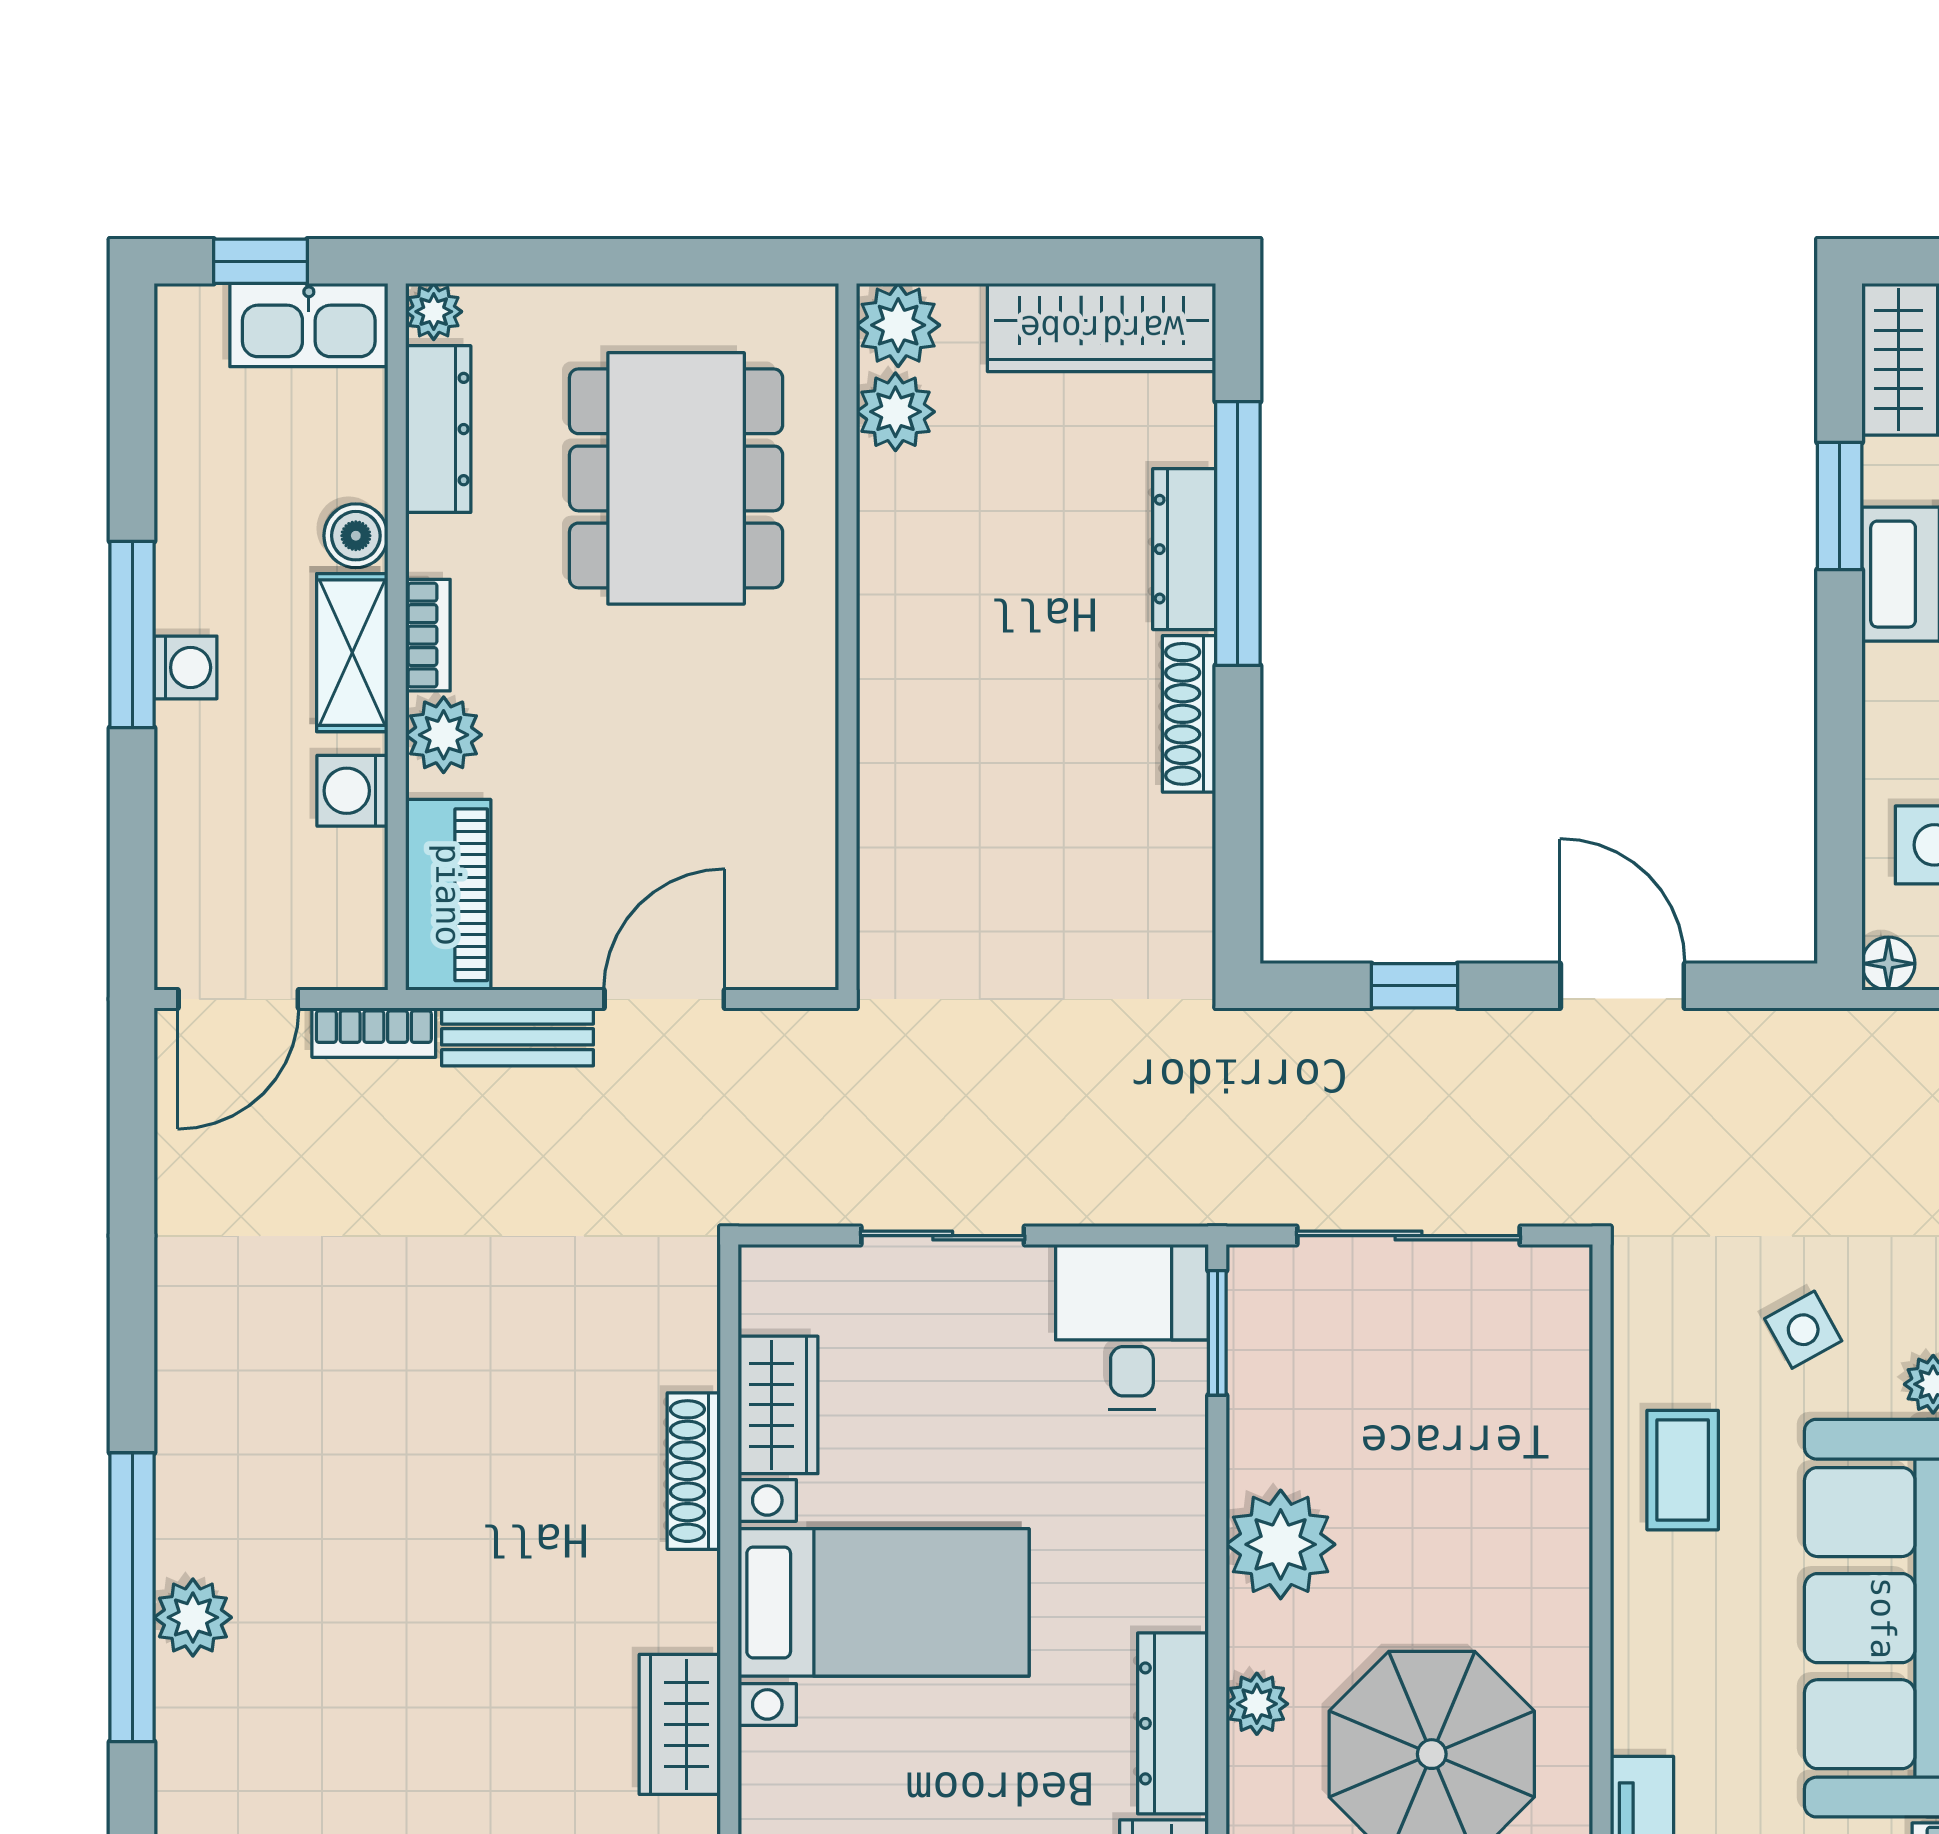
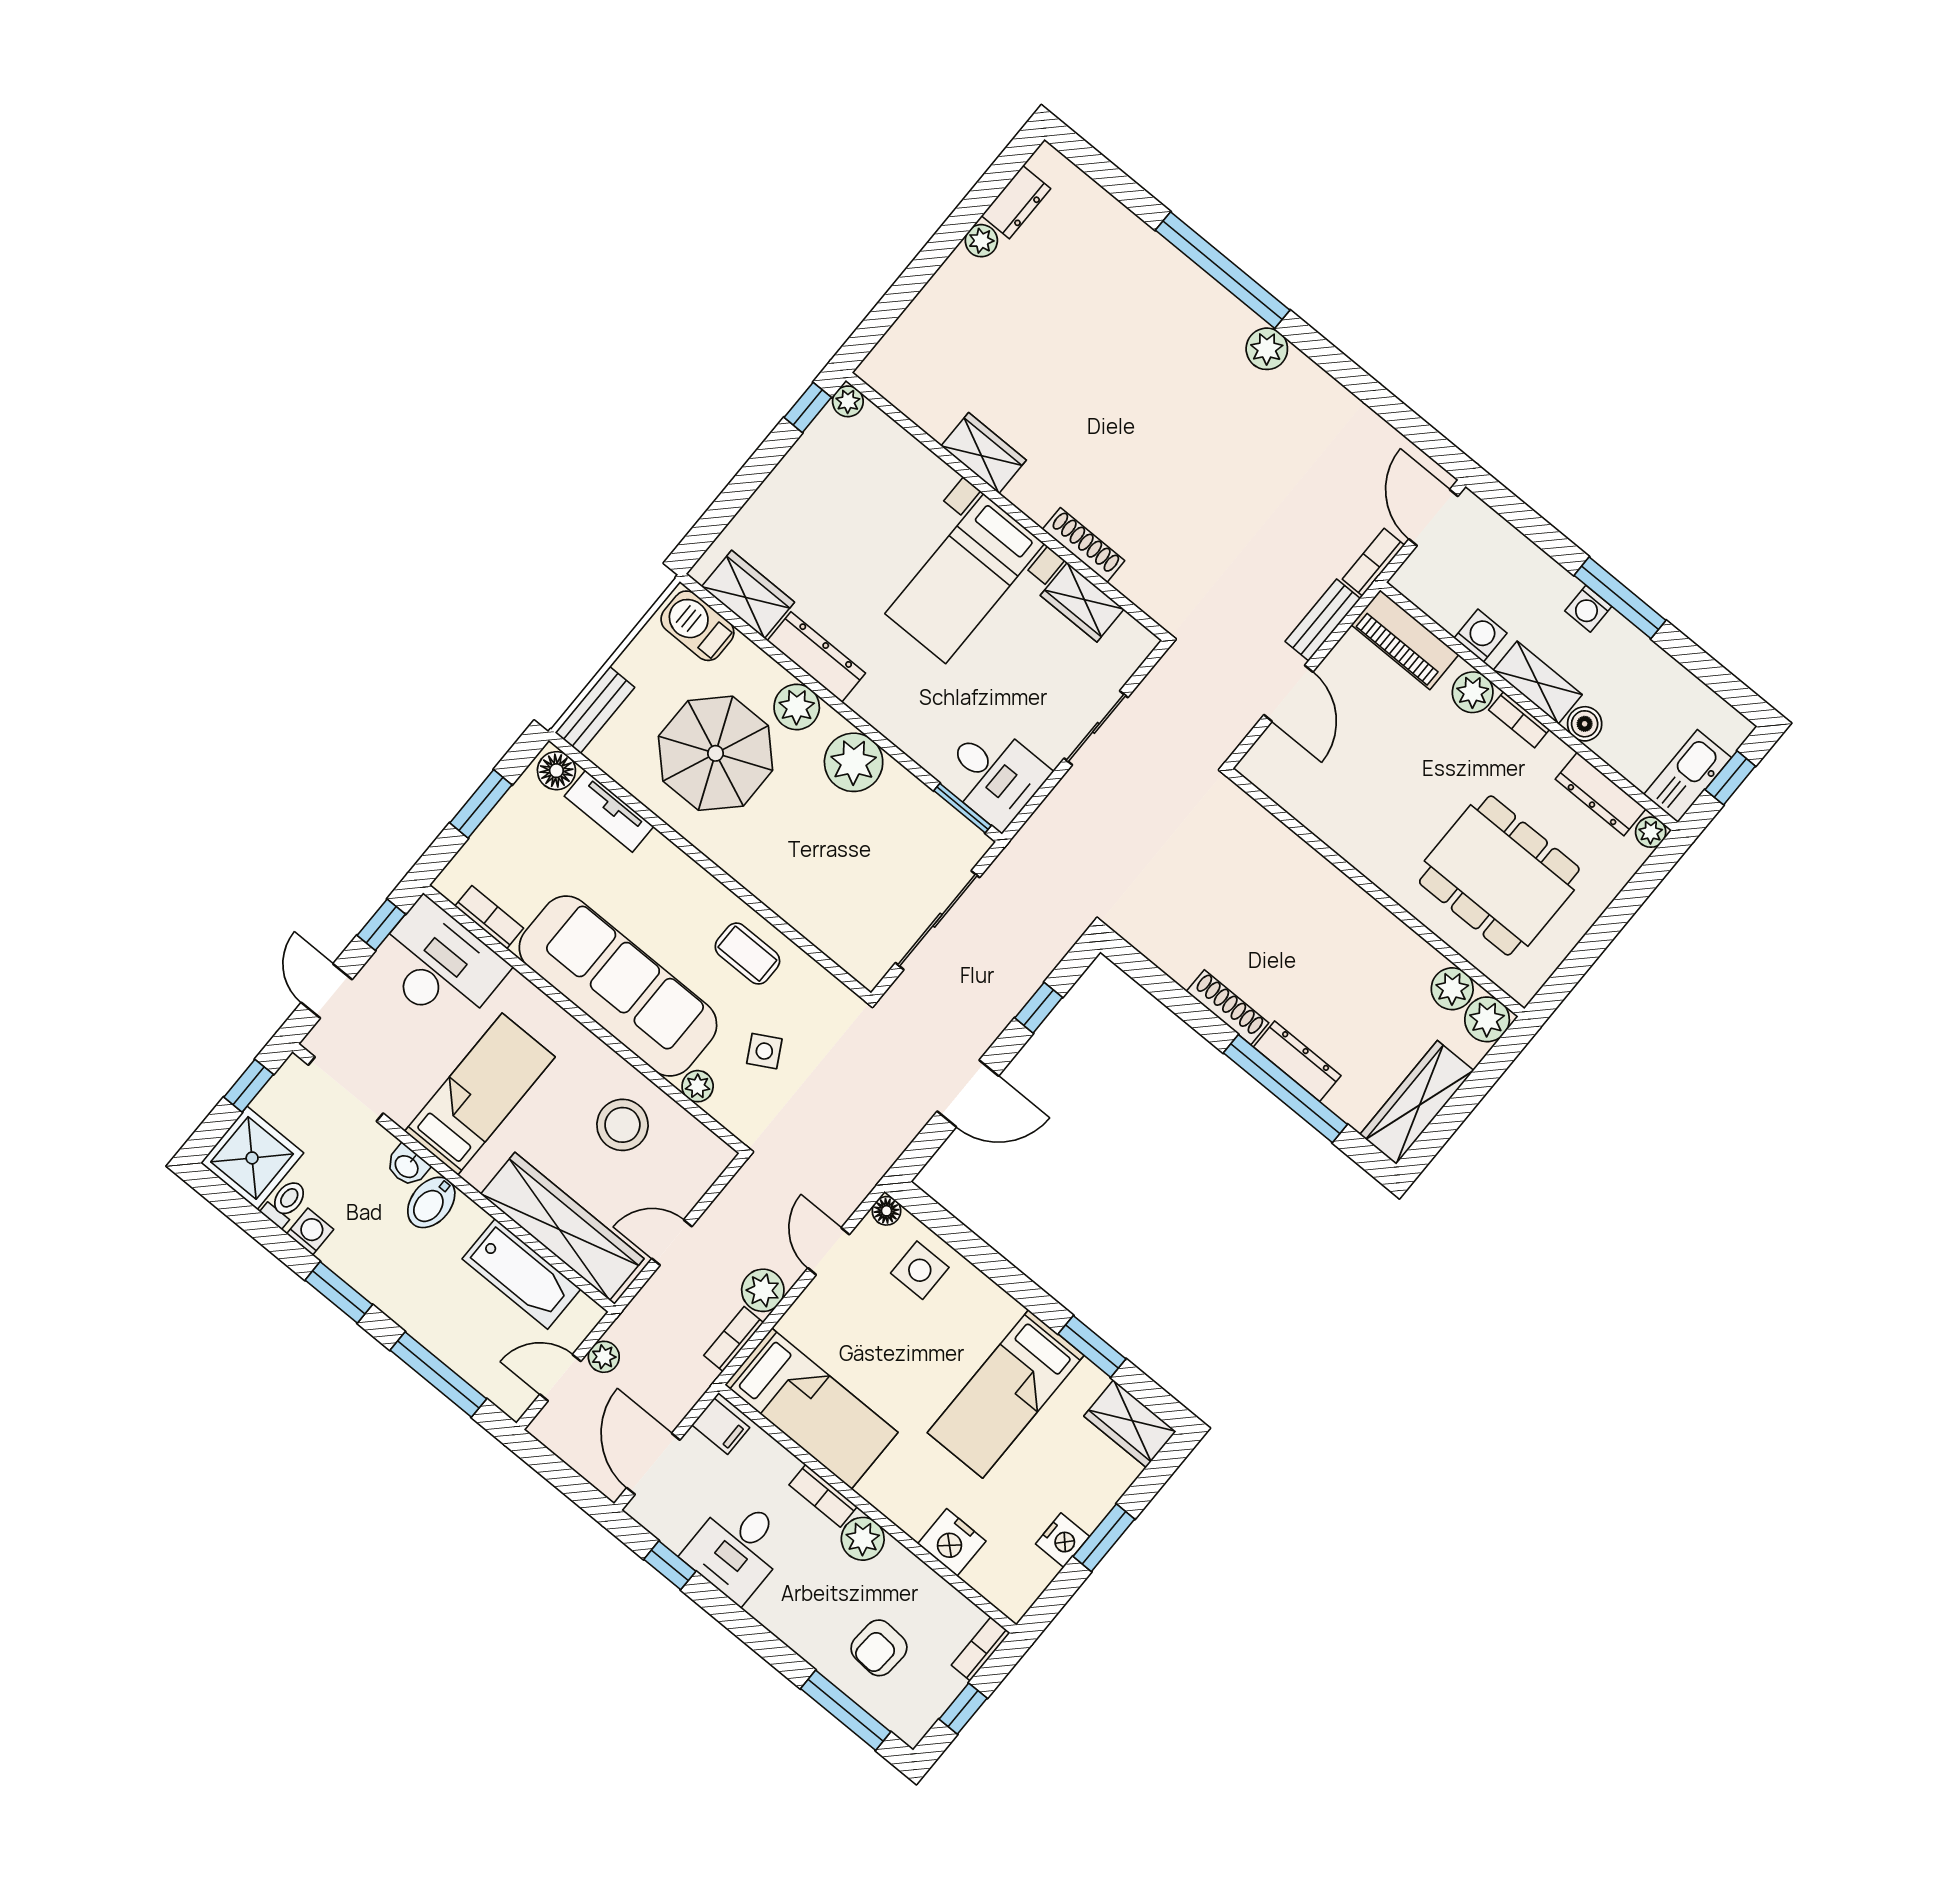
plant: (193, 1617) -> (1267, 349), moved
plant: (1257, 1704) -> (797, 707), width x1.38, depth x1.38

